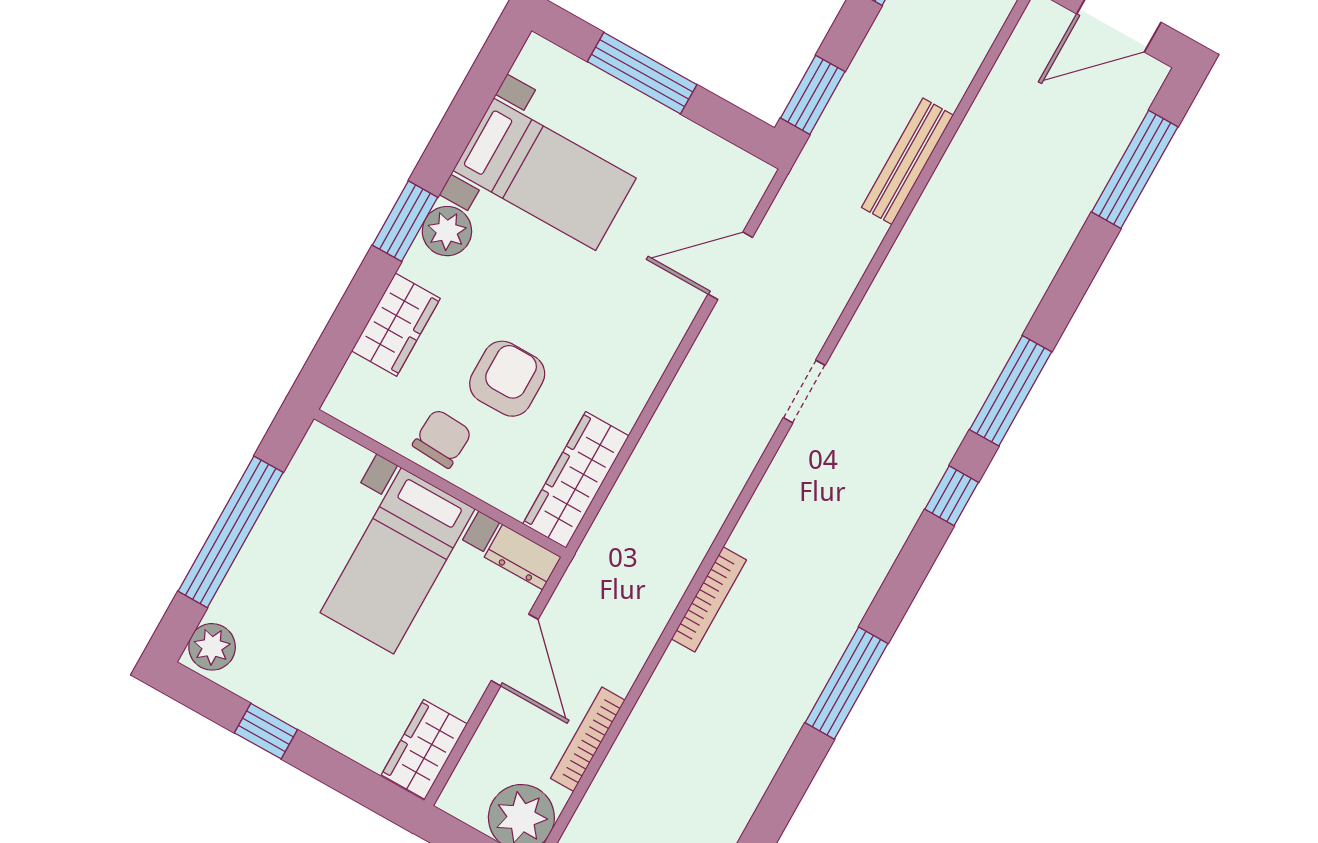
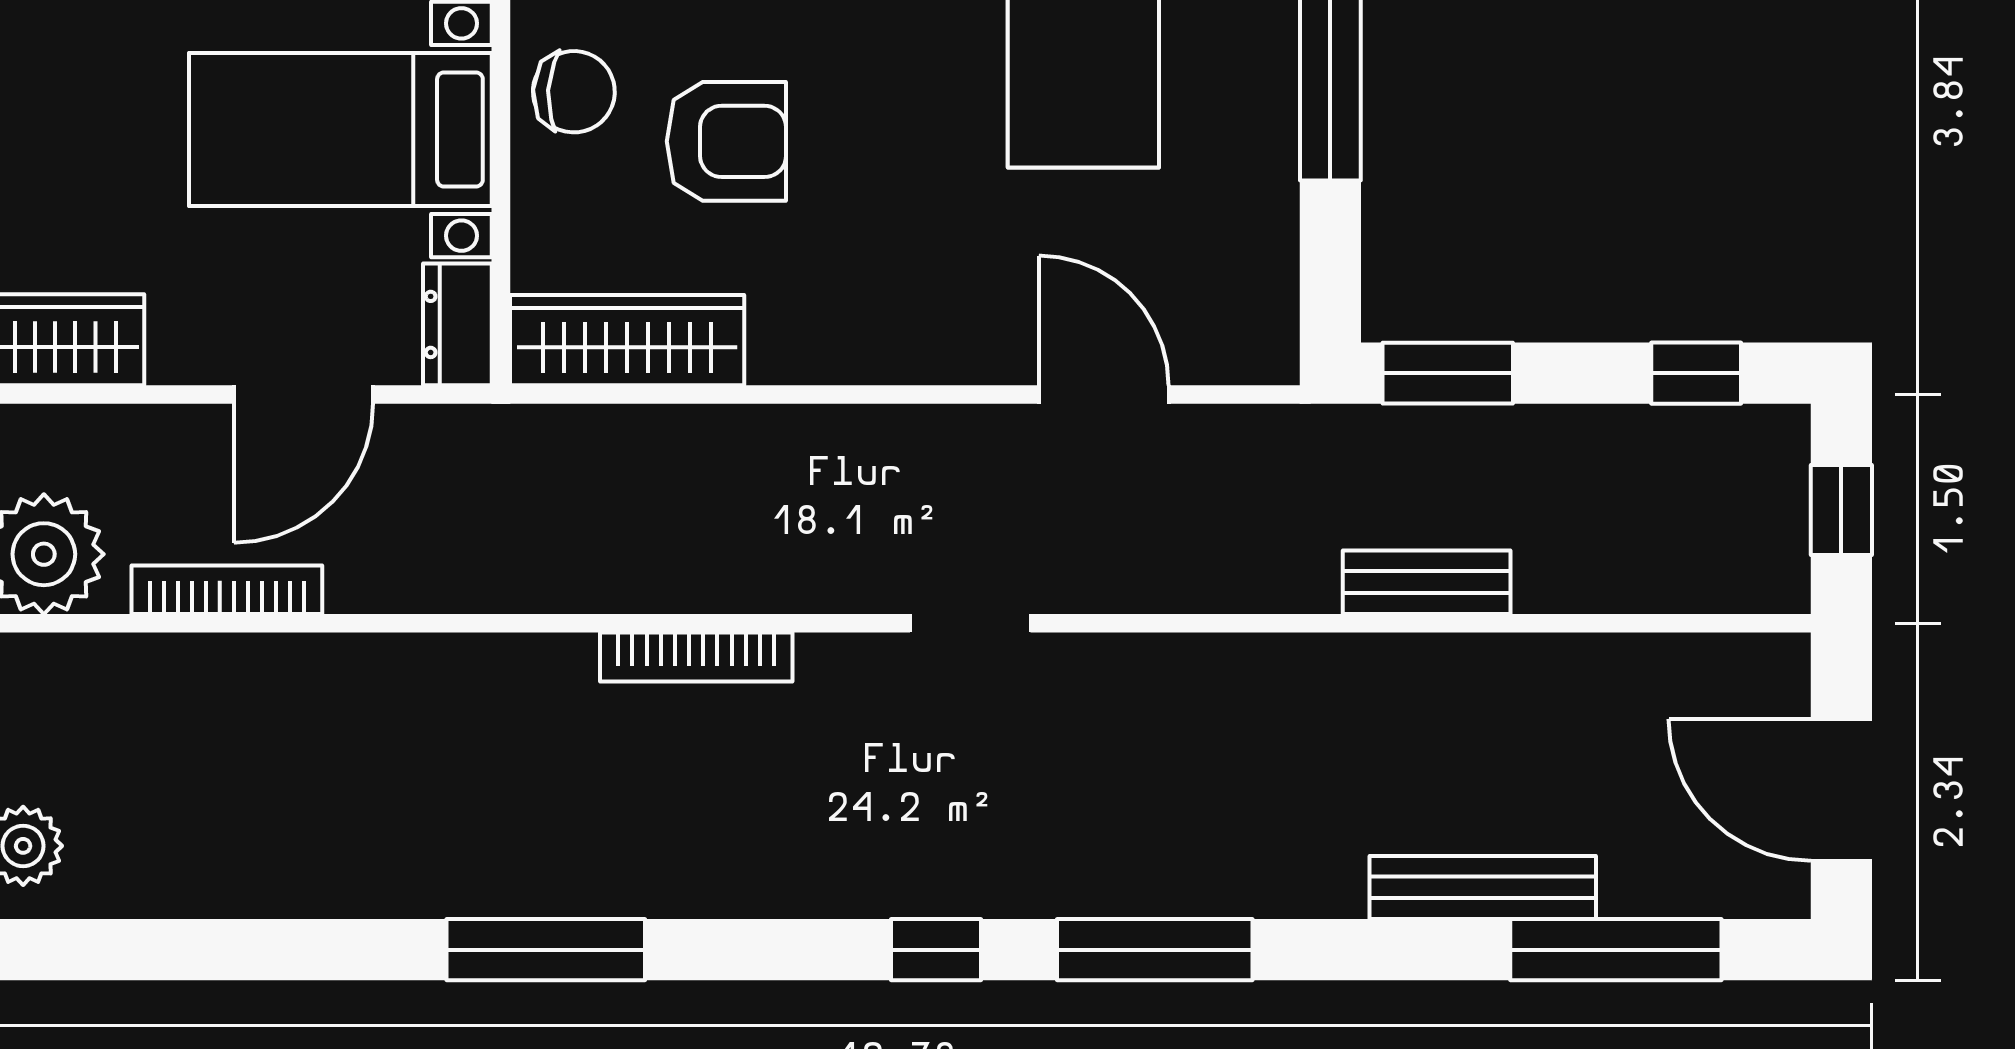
bench: (907, 161) -> (1427, 582), width x0.73
bench: (1069, 217) -> (1483, 887), added
bookcase: (709, 599) -> (696, 657), moved

